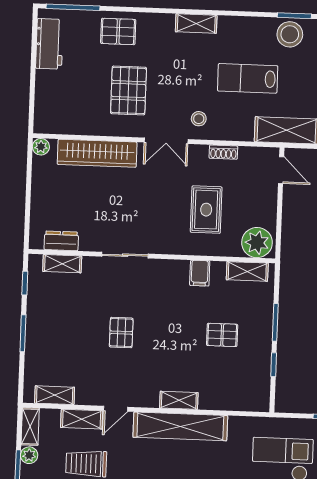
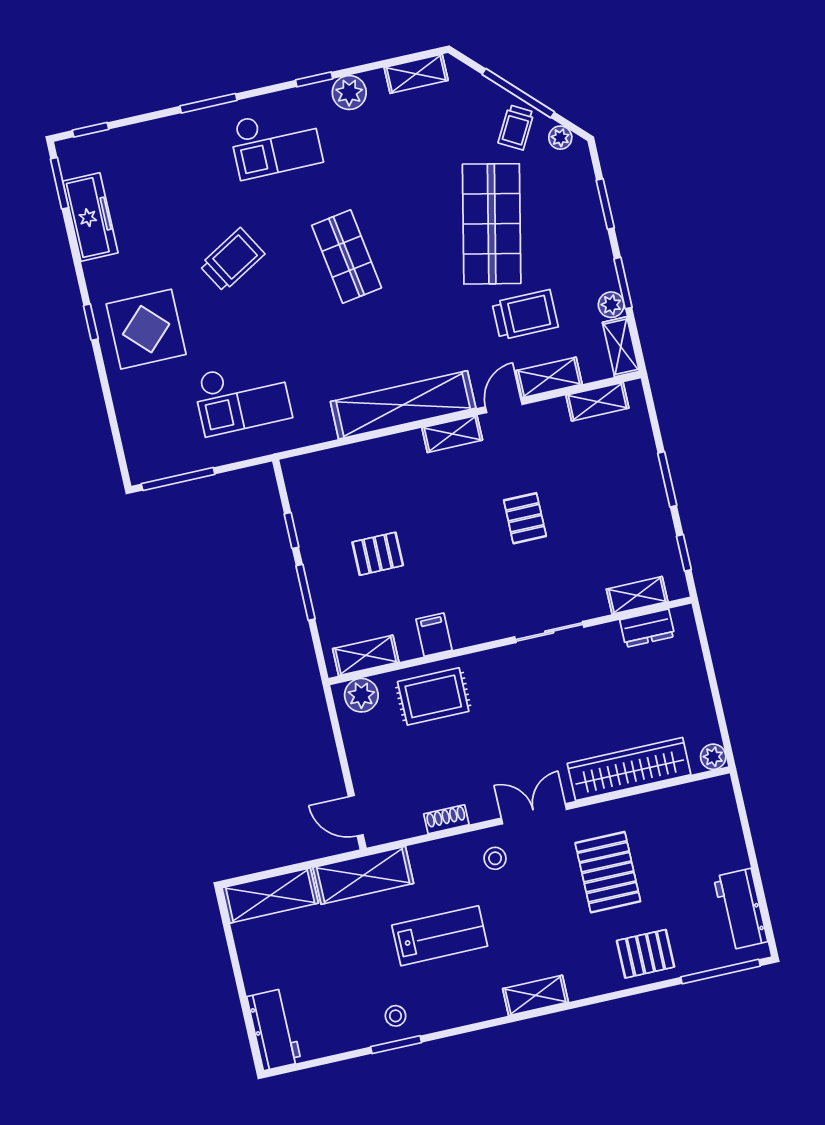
stool: (290, 34) -> (396, 1016), width x0.53, depth x0.53
rug: (206, 210) -> (433, 696), moved, turned 90
plant: (257, 243) -> (361, 695), width x0.73, depth x0.73
shelving: (179, 400) -> (452, 434), moved

